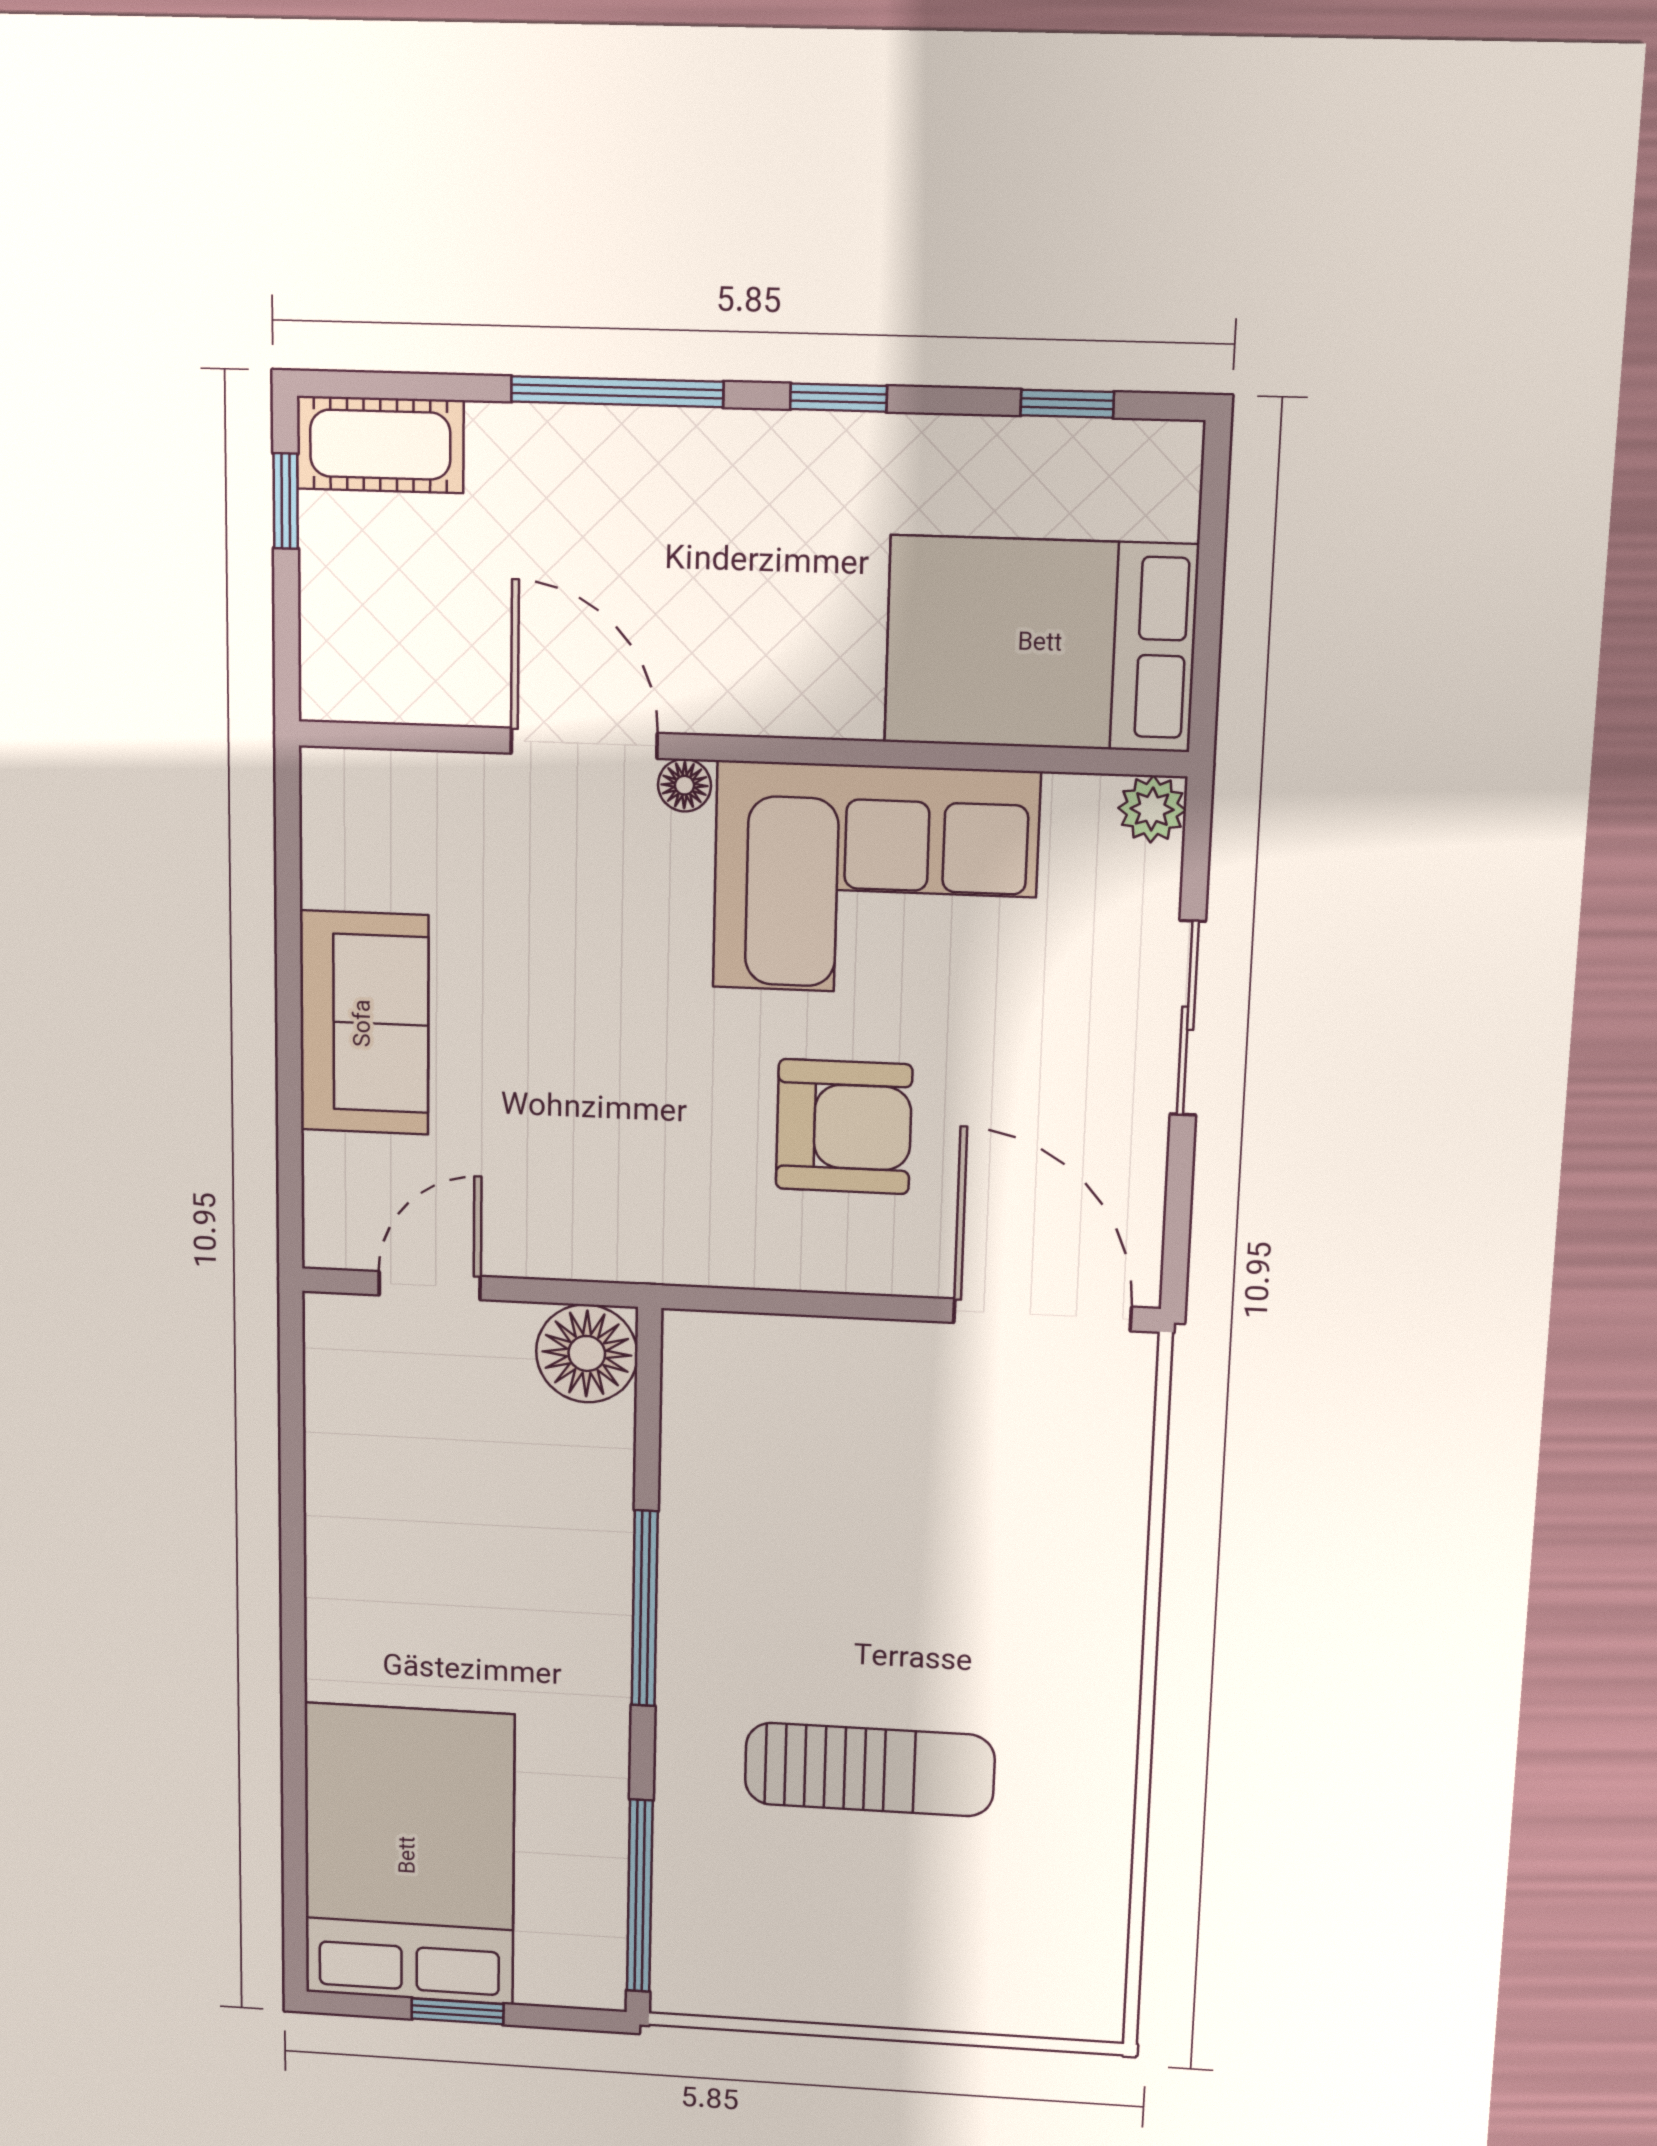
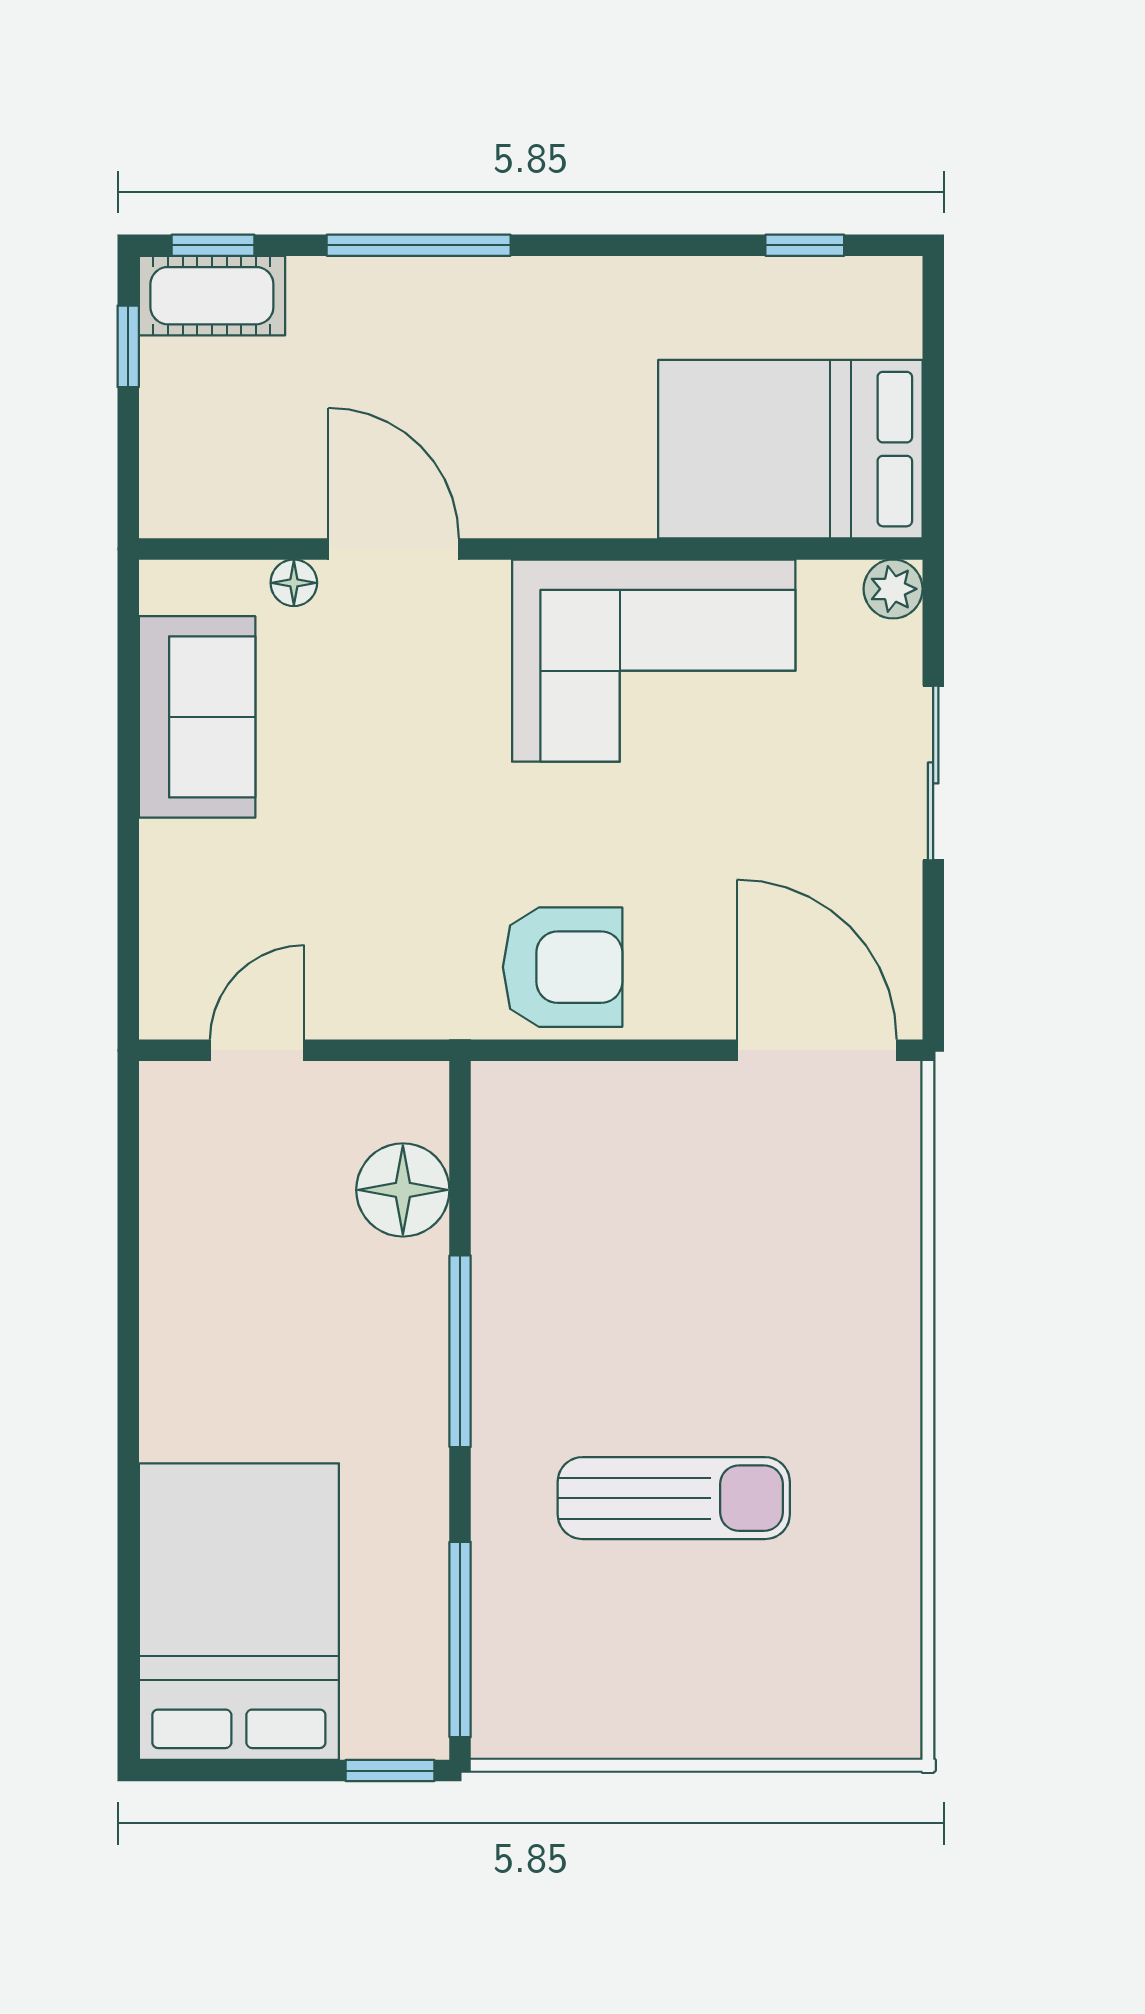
window: (839, 398) -> (213, 245), moved
floor lamp: (684, 785) -> (294, 583), moved
sofa: (364, 1023) -> (197, 717), moved
armchair: (844, 1127) -> (563, 967), moved
floor lamp: (587, 1353) -> (403, 1190), moved
window: (458, 2011) -> (390, 1771), moved

